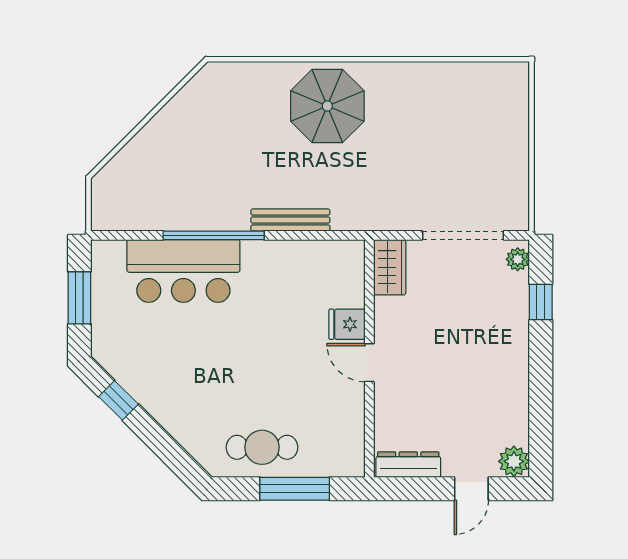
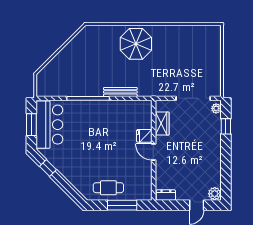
wardrobe: (390, 267) -> (162, 124), moved
bar counter: (183, 271) -> (49, 125), moved, turned -90
dresser: (408, 465) -> (166, 195), width x0.70

